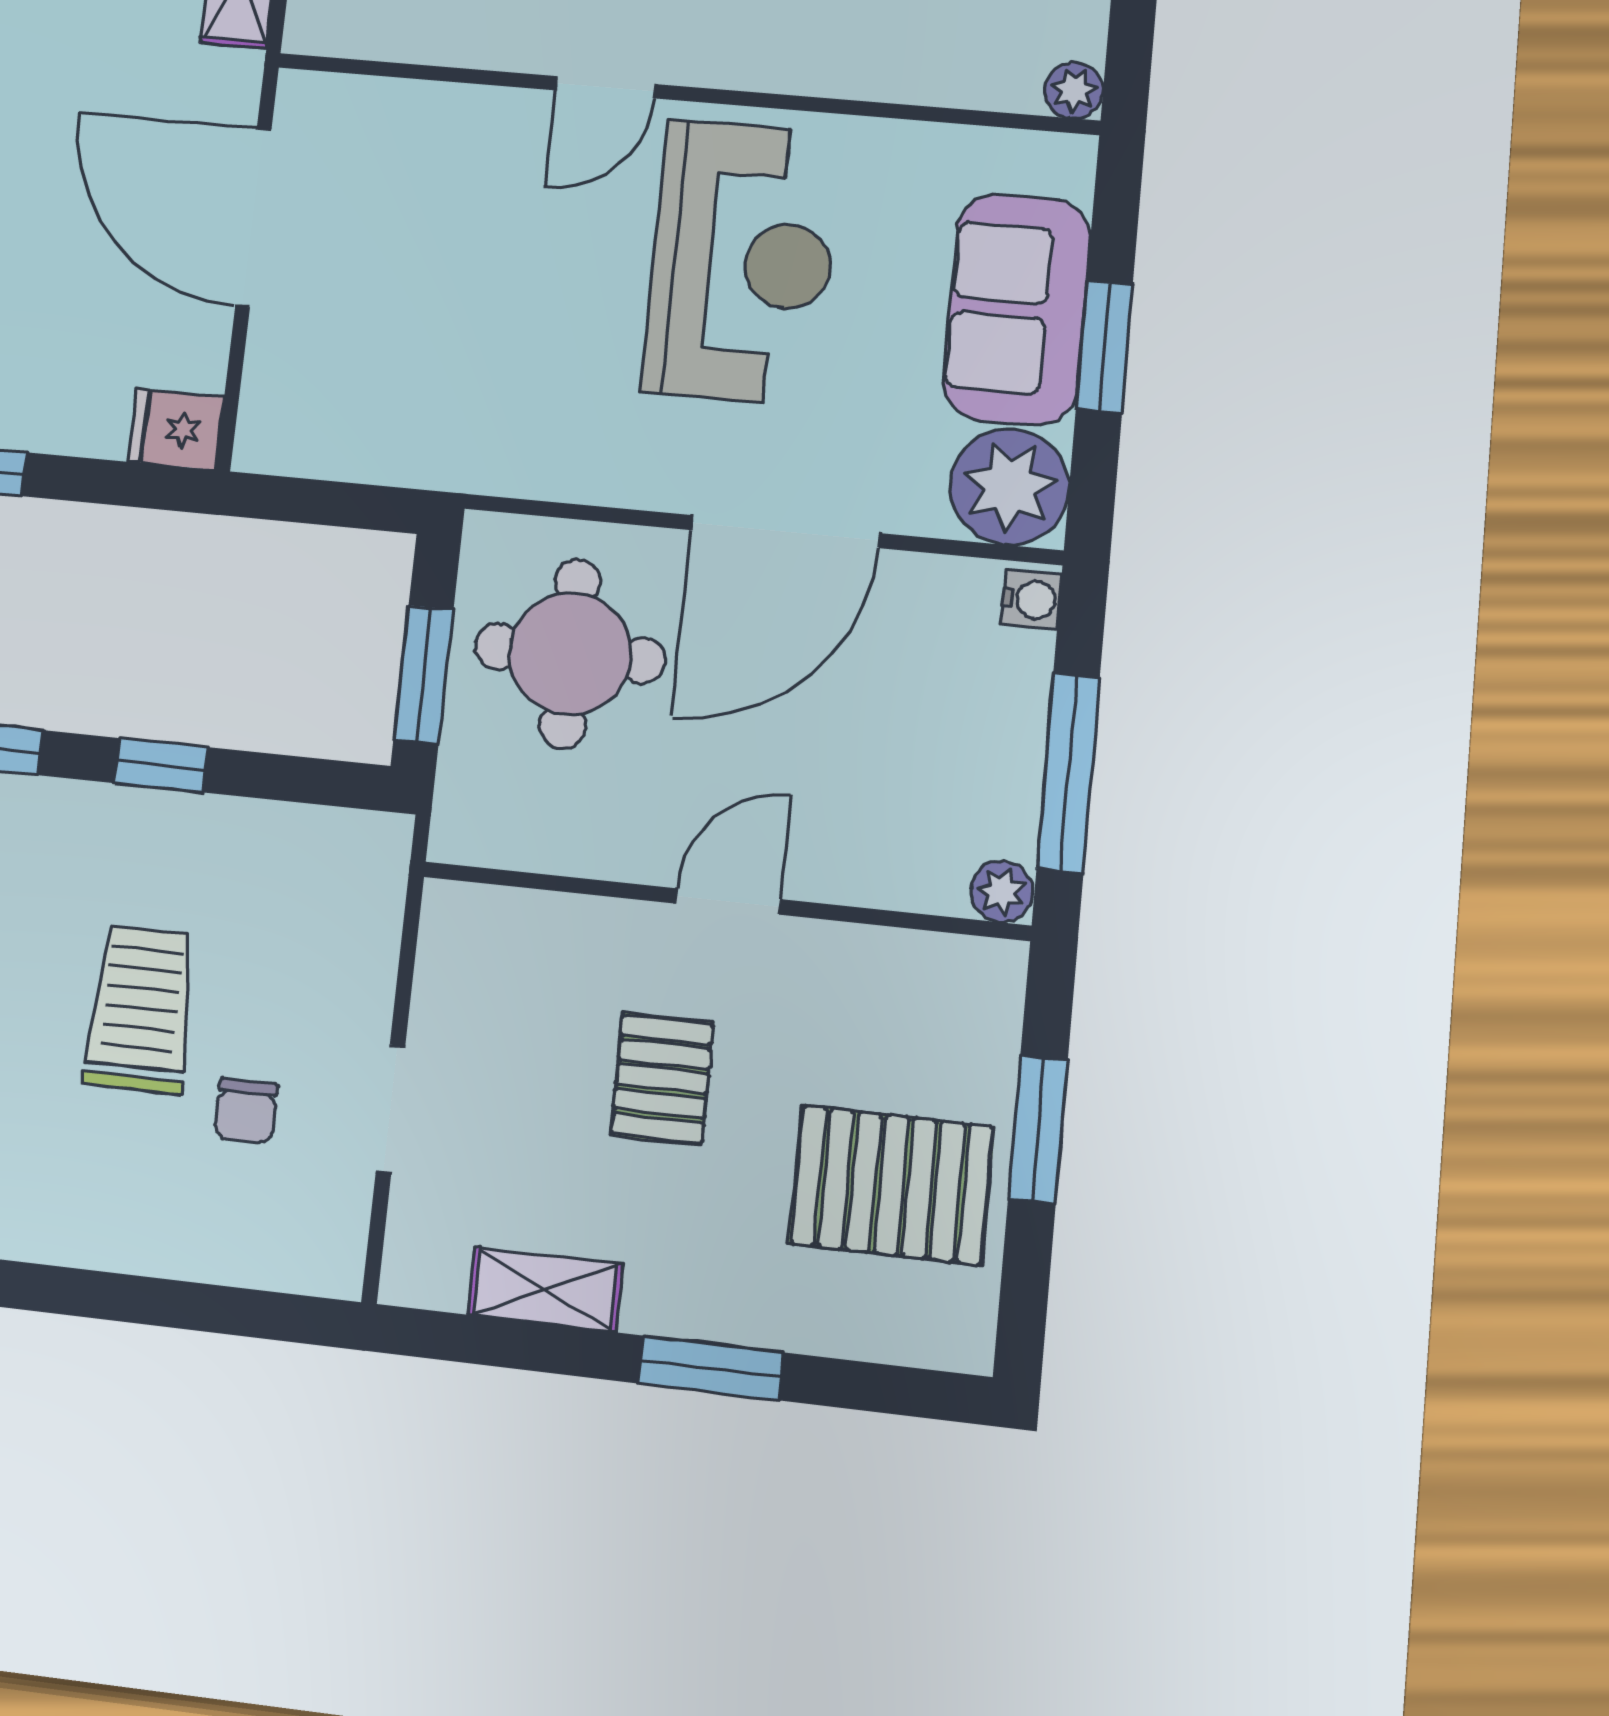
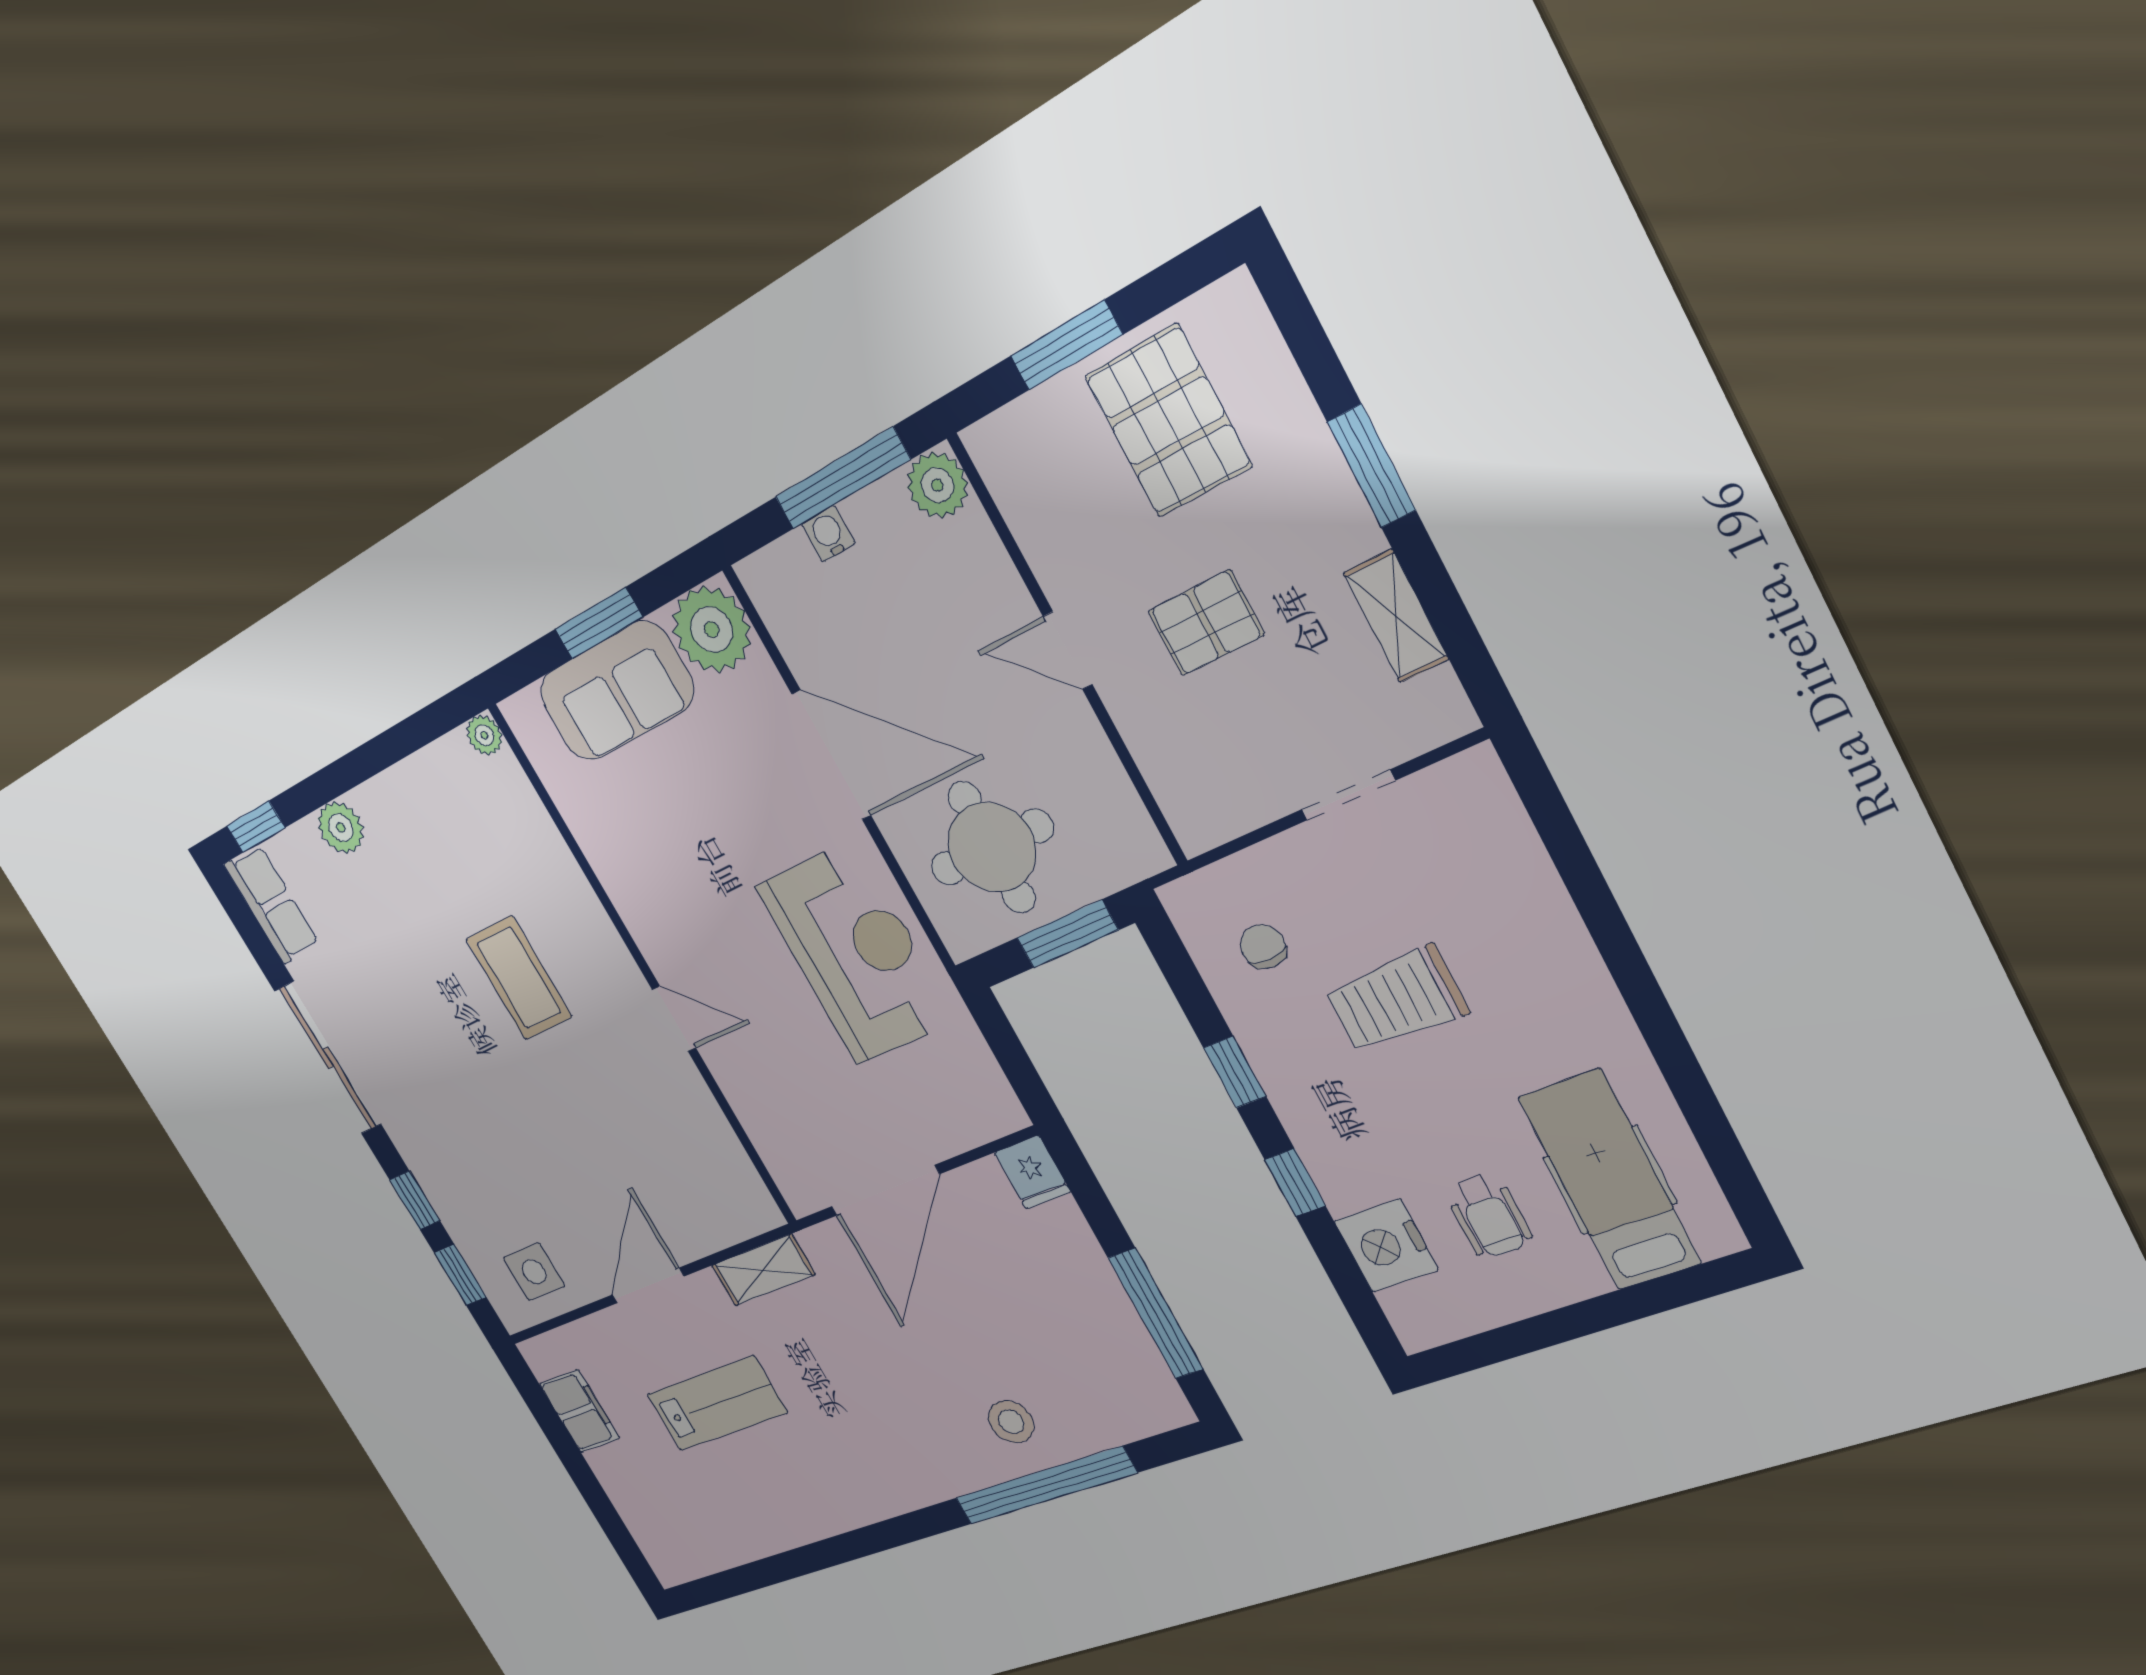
reception desk: (742, 262) -> (856, 953), moved, turned 90
water cooler: (1031, 599) -> (828, 534), moved
plant: (1002, 892) -> (937, 485), width x1.38, depth x1.38
chair: (246, 1111) -> (1263, 947), moved, turned -90

